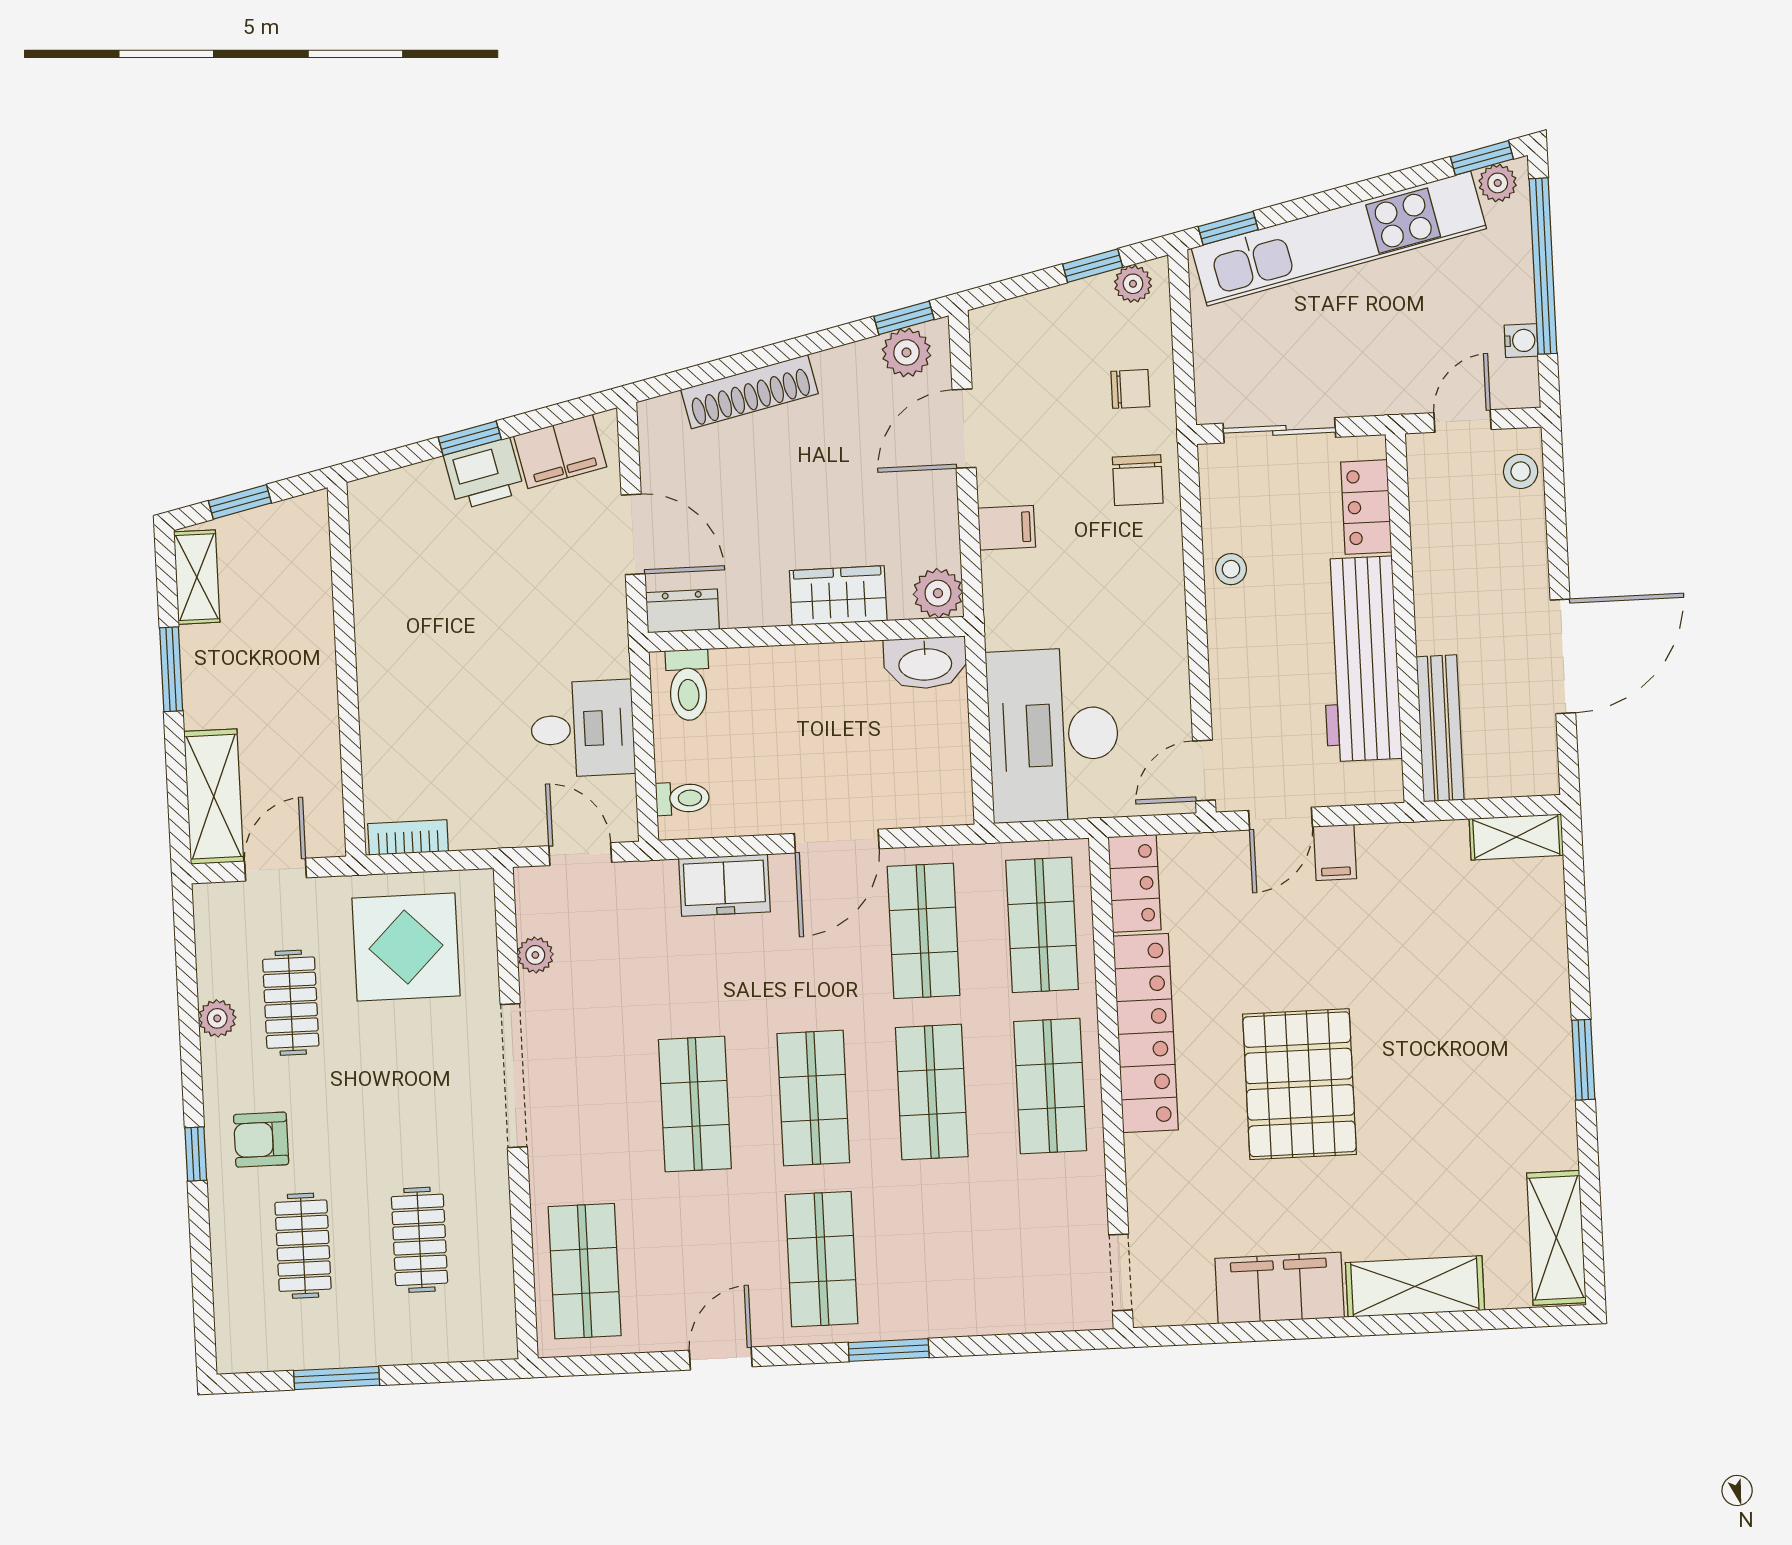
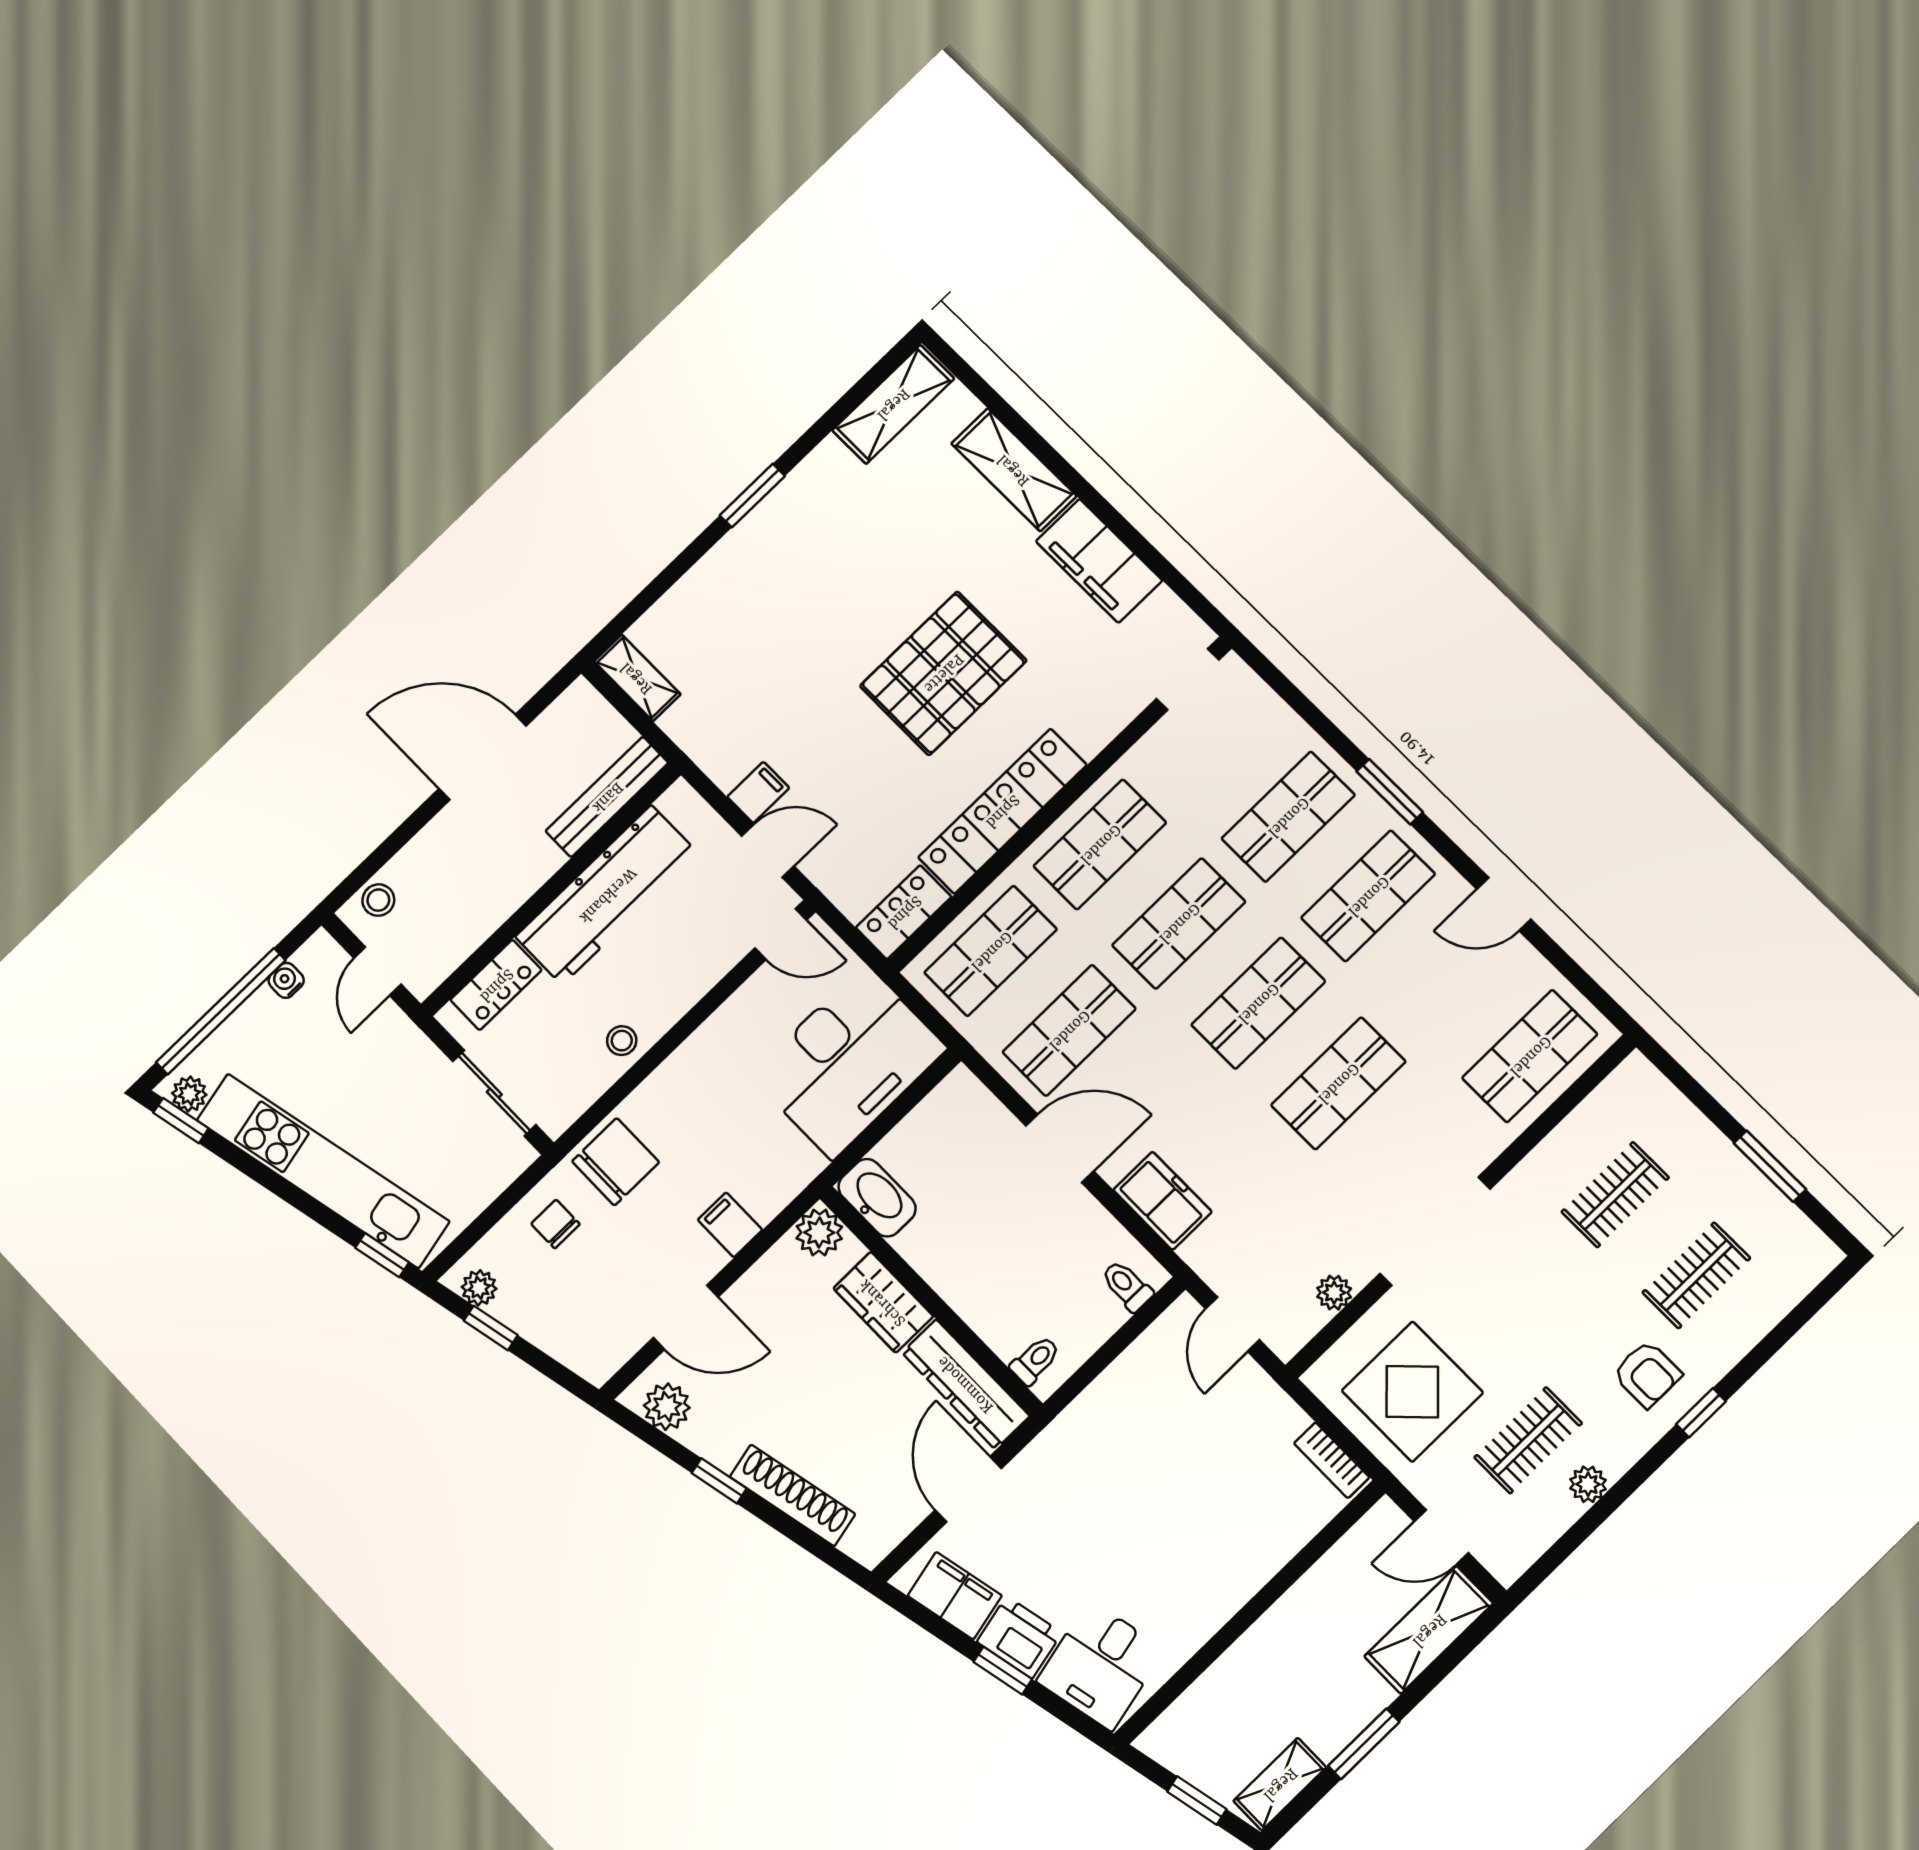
window: (904, 318) -> (719, 1481), moved
door: (1463, 421) -> (378, 971), hinge flipped
chair: (1138, 480) -> (616, 1162), width x1.37, depth x1.37
dresser: (682, 611) -> (966, 1384), width x1.96, depth x1.24
toilet: (688, 685) -> (1035, 1360), width x0.73, depth x0.72
desk: (582, 729) -> (1101, 1665), moved, turned -103
shop shelf: (940, 1253) -> (1288, 817), added

